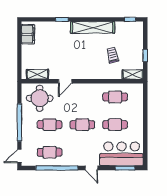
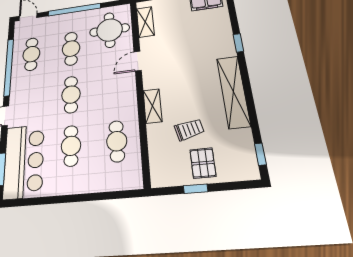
pallet: (132, 50) -> (203, 163), added
shelving: (133, 75) -> (152, 106), moved
door: (65, 81) -> (138, 61), hinge flipped

